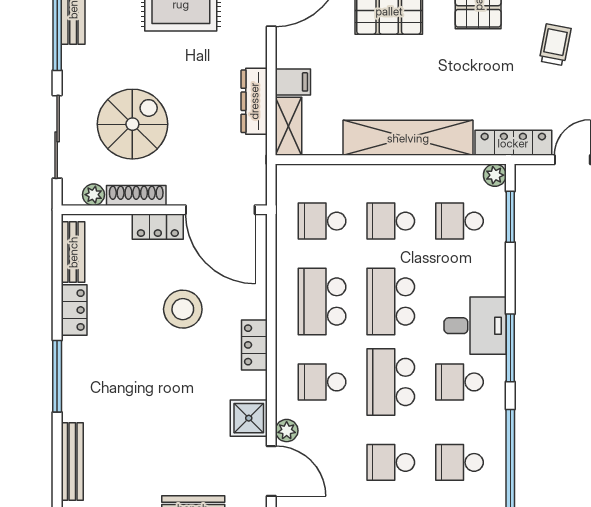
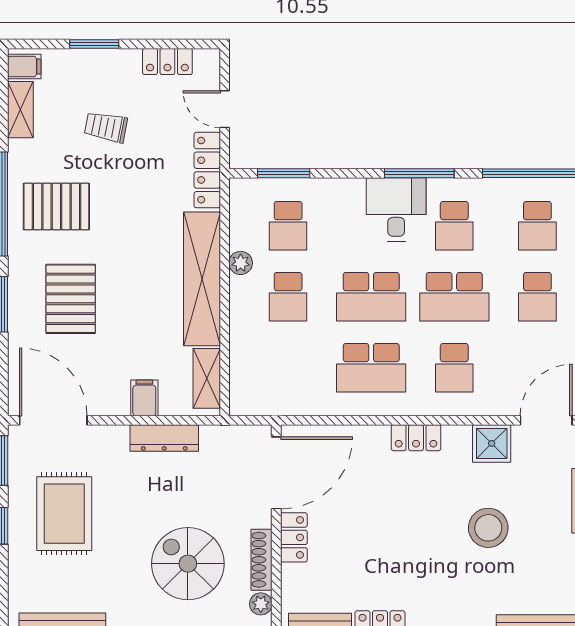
shelving: (289, 126) -> (207, 378), moved, turned 90
plant: (495, 175) -> (241, 263), moved
school desk: (322, 221) -> (288, 368), removed
stool: (183, 309) -> (488, 528), moved
plant: (287, 431) -> (505, 404), removed

